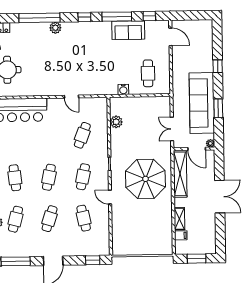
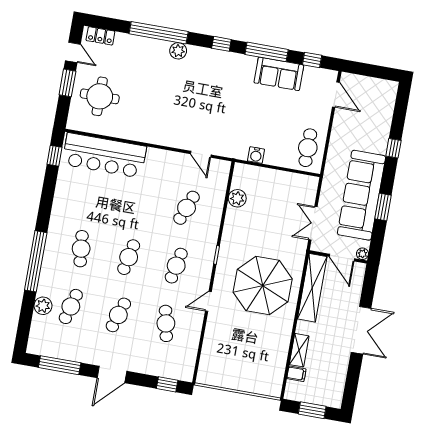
cafe table: (148, 73) -> (308, 148), moved
door: (71, 97) -> (201, 154), moved
door: (110, 197) -> (208, 301), hinge flipped

